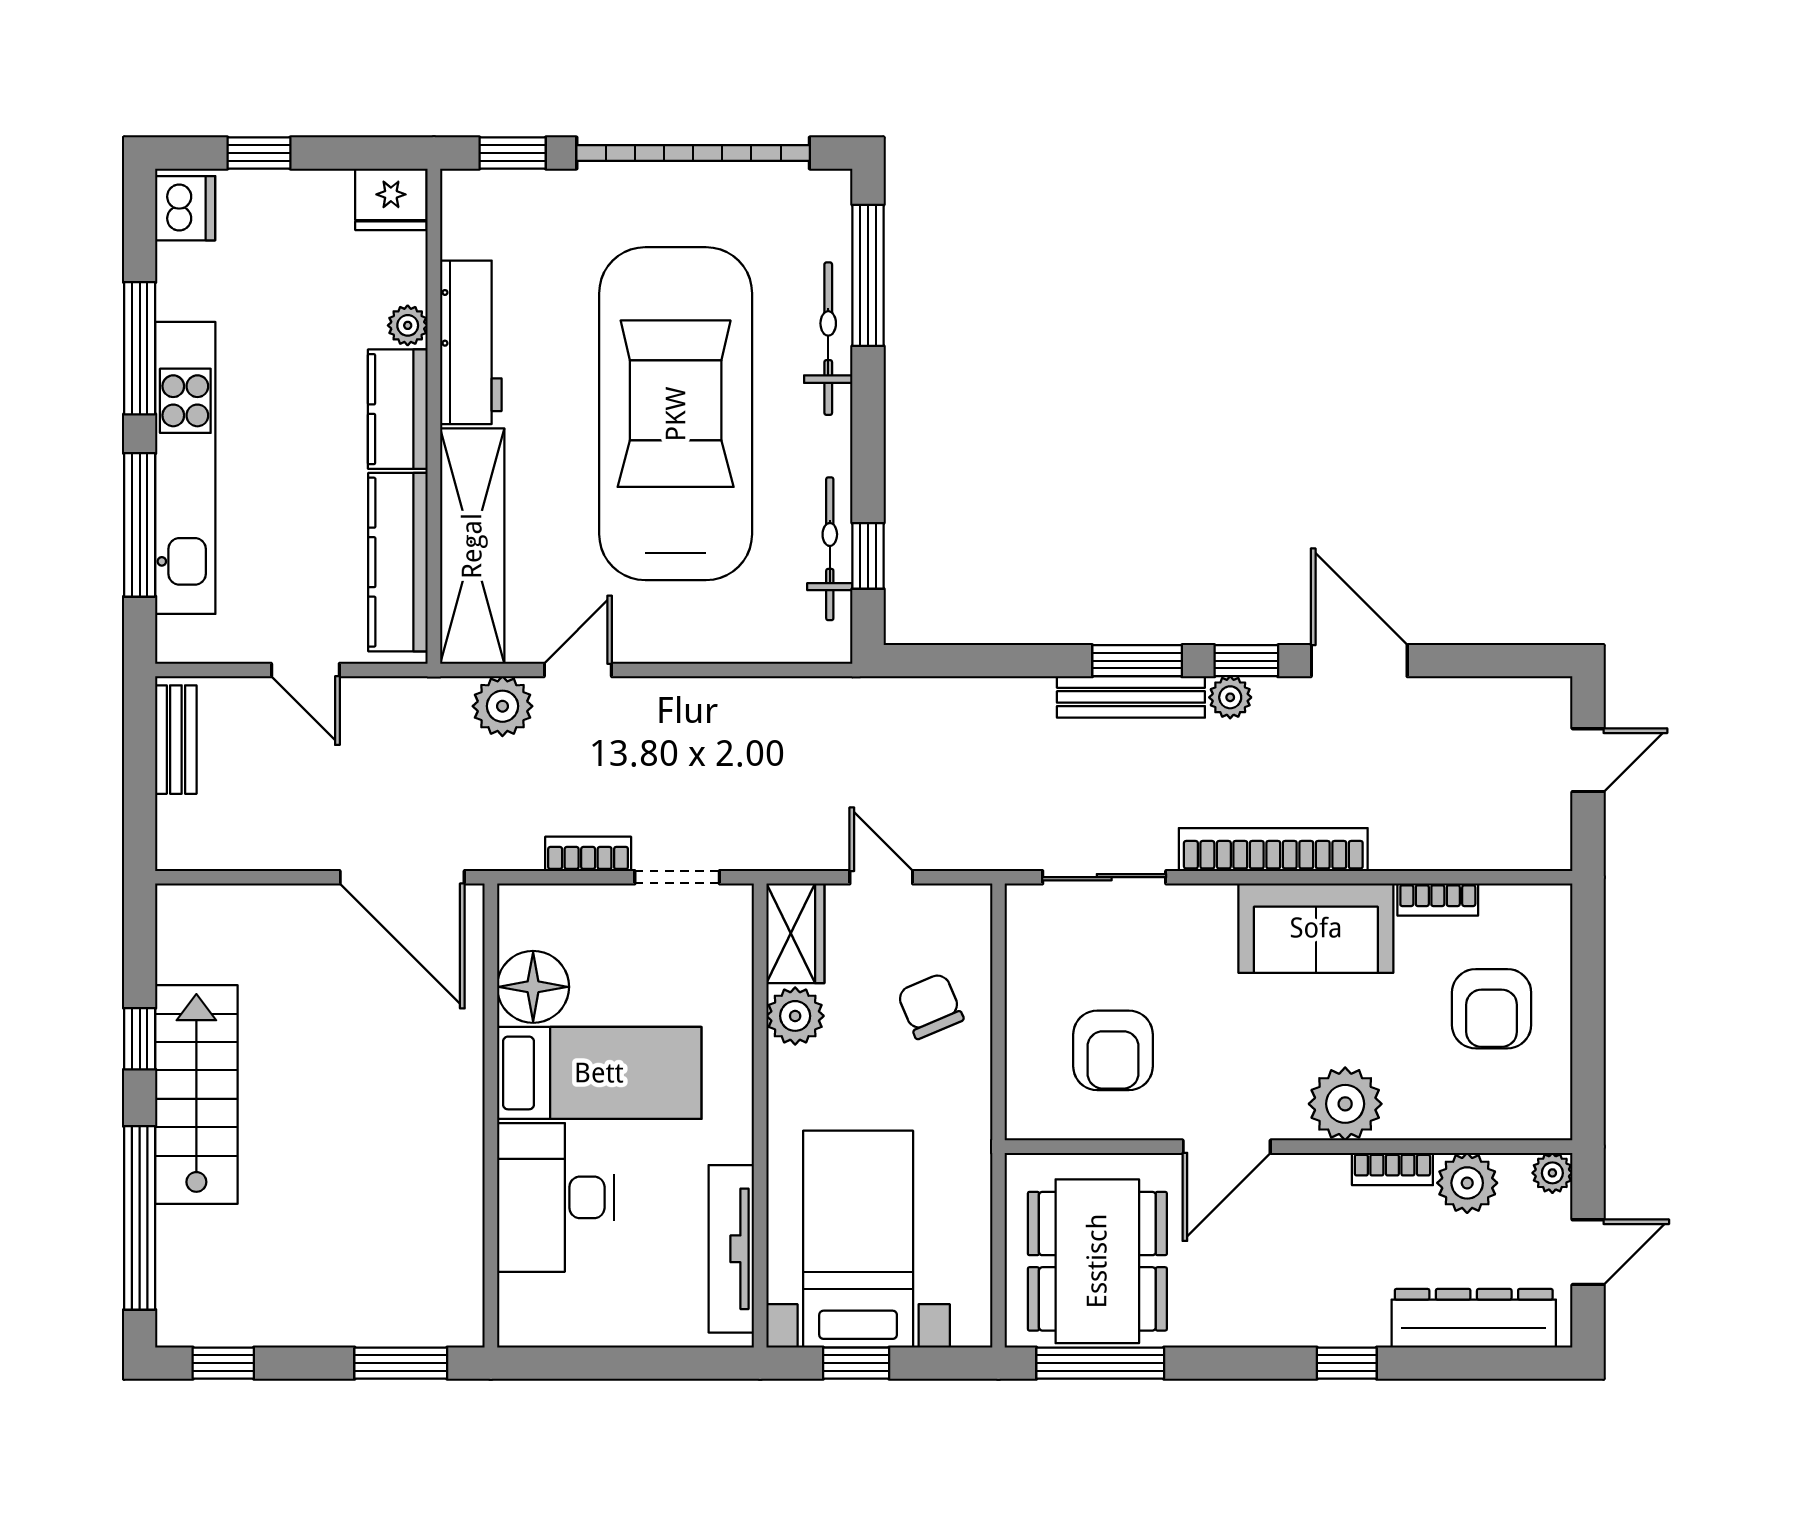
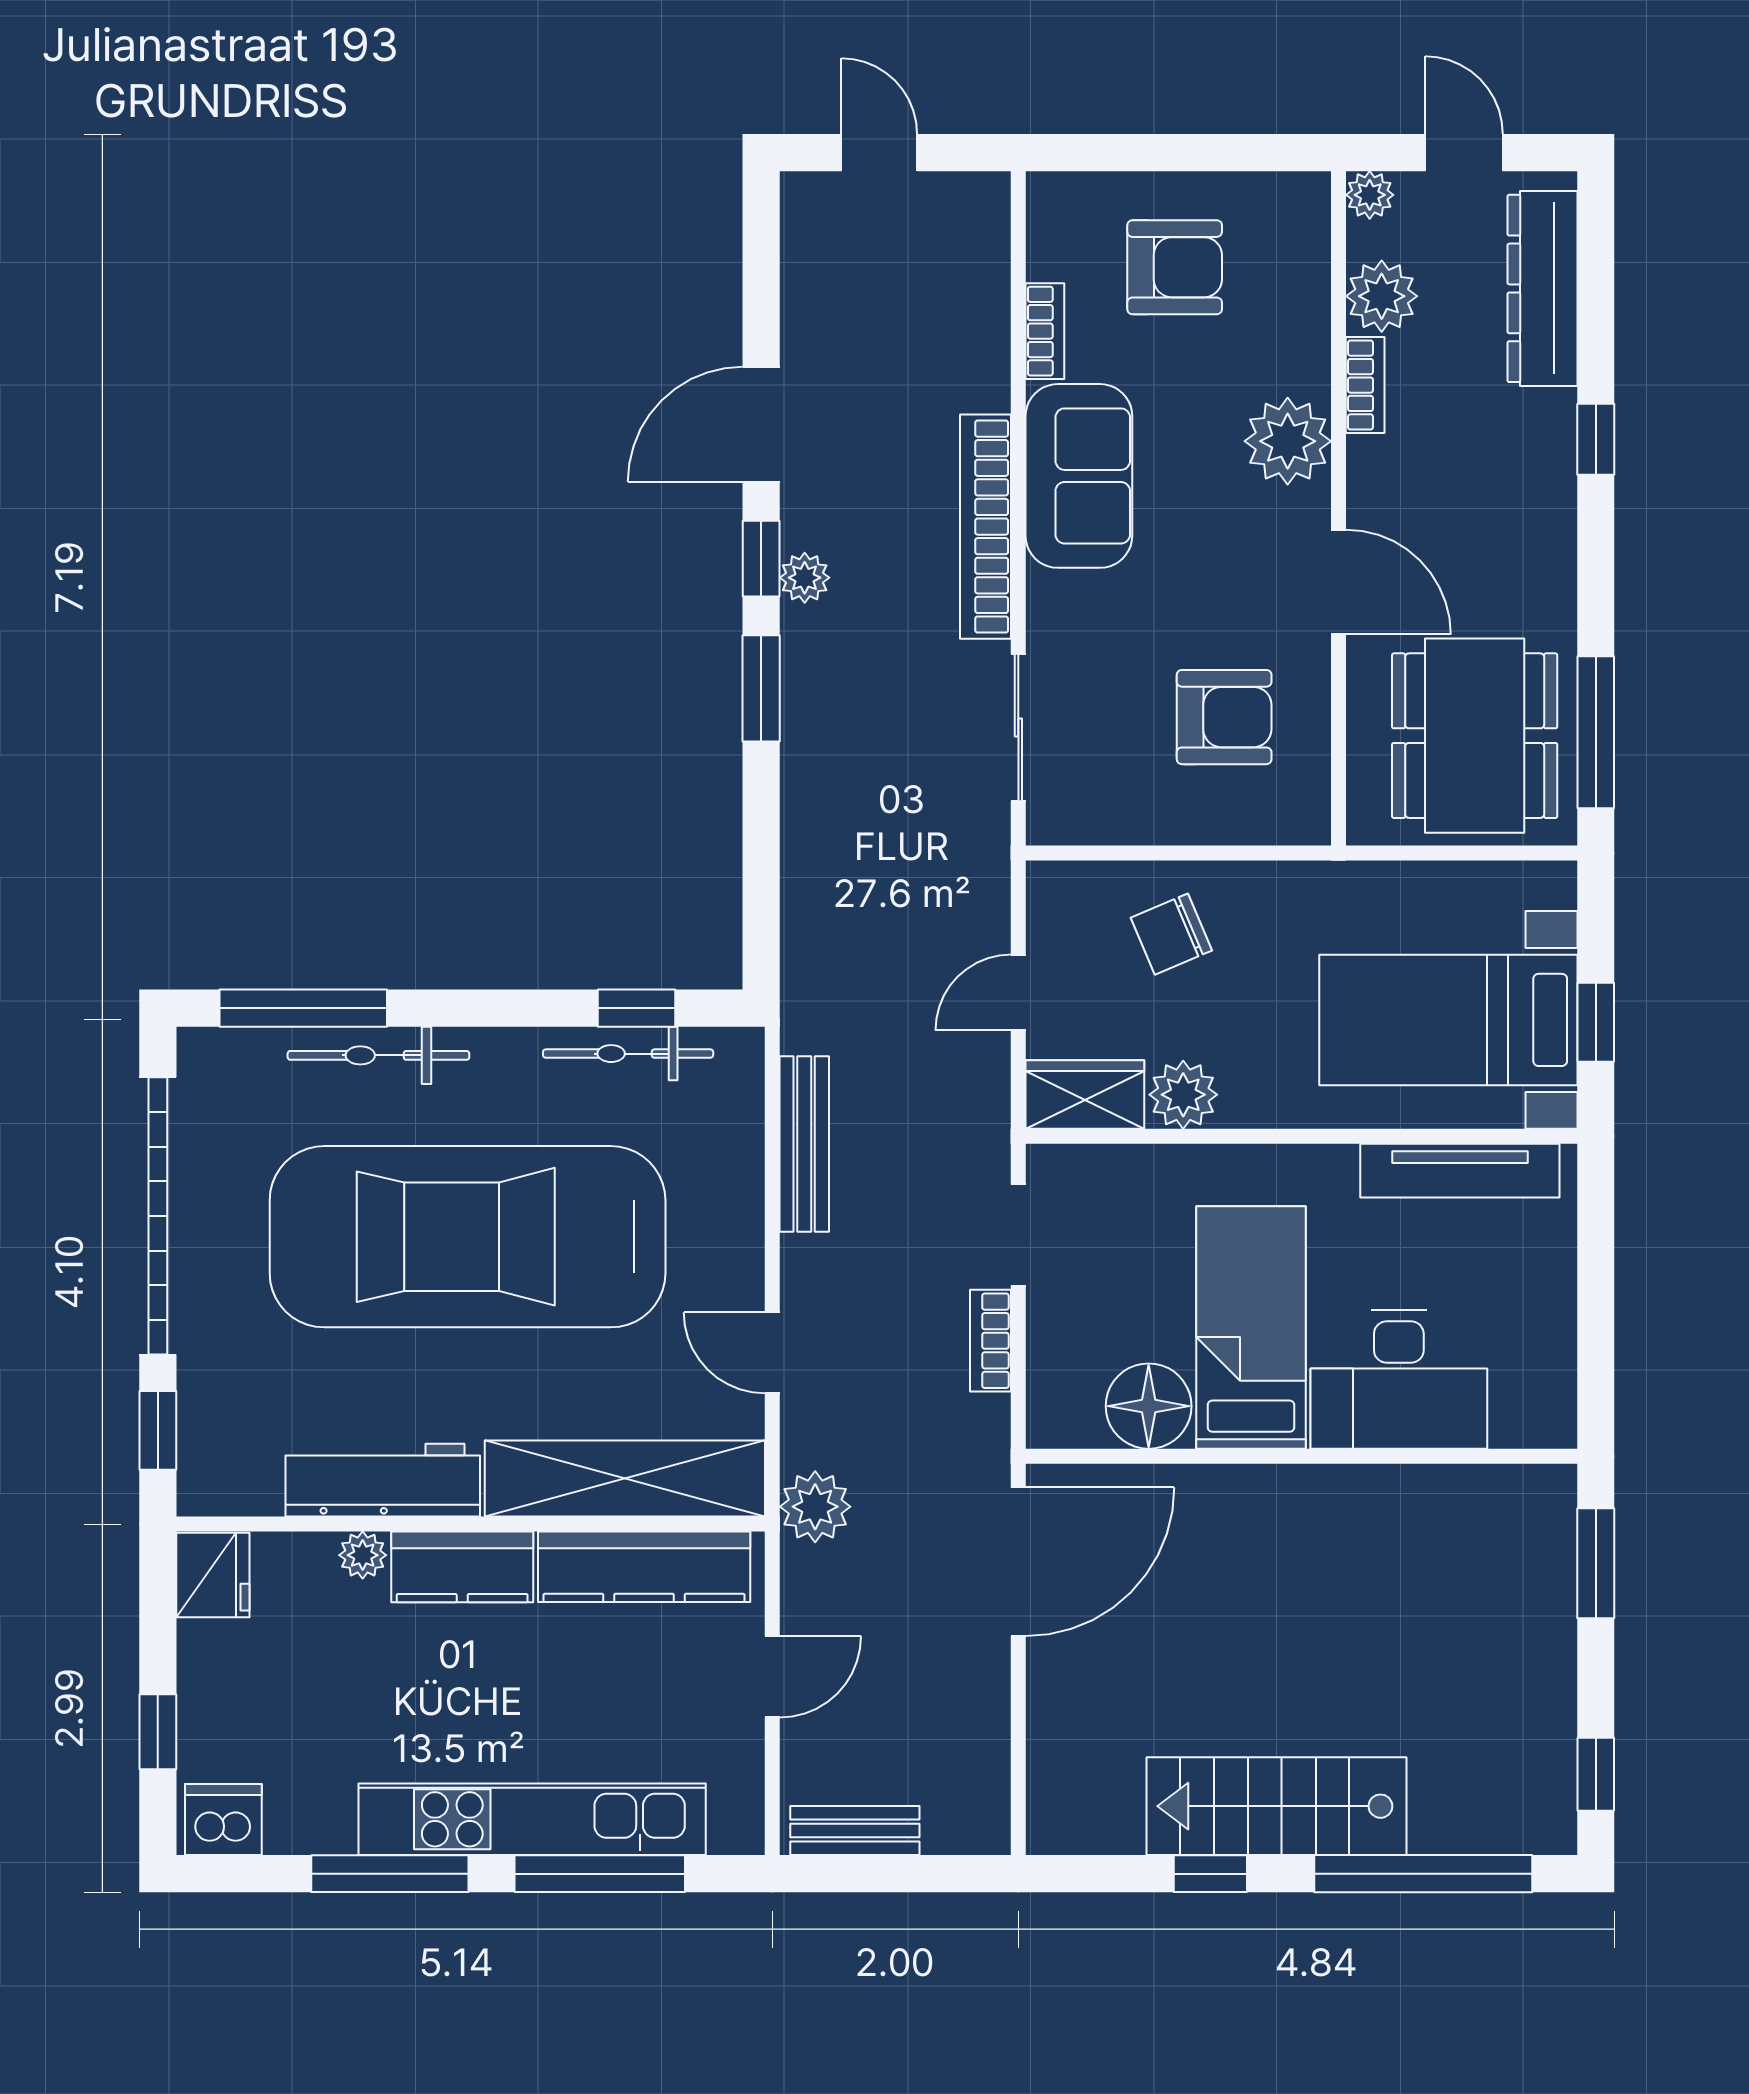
bench: (1131, 697) -> (804, 1144), moved
plant: (502, 706) -> (815, 1507), moved
dining table: (1097, 1261) -> (1475, 736), turned 90

